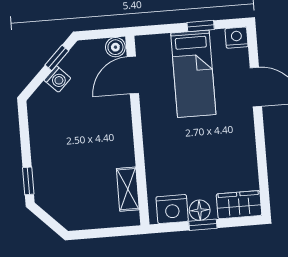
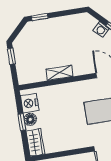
shelving: (128, 189) -> (59, 73), moved
window: (91, 234) -> (11, 56), added

